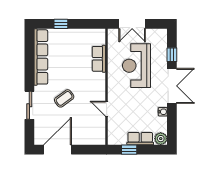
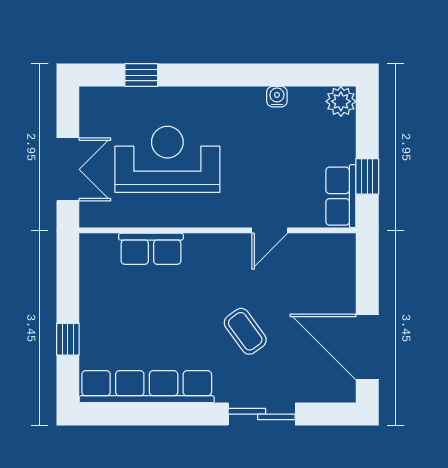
reception desk: (136, 66) -> (167, 159), turned 180
double door: (172, 86) -> (215, 75), removed
row of seats: (140, 139) -> (341, 196), moved

